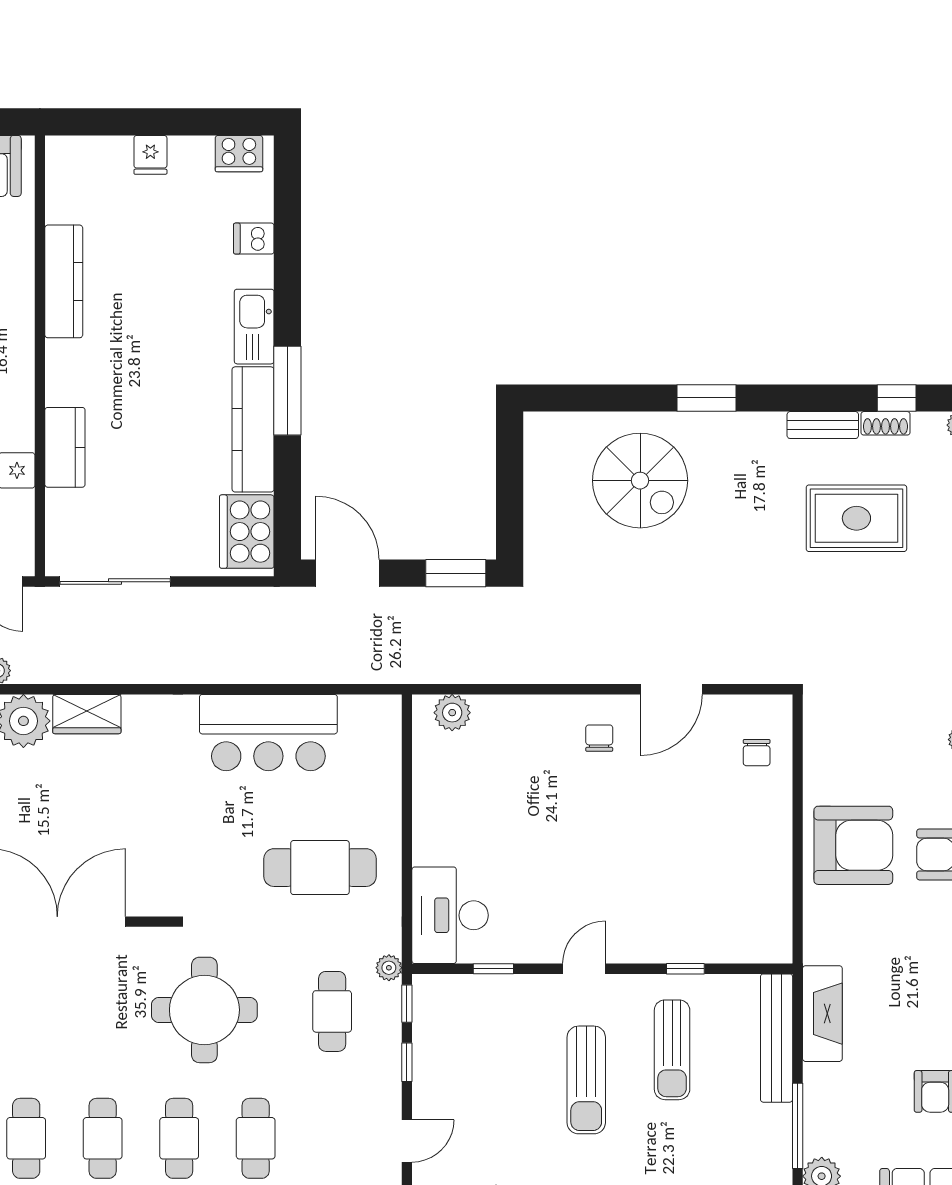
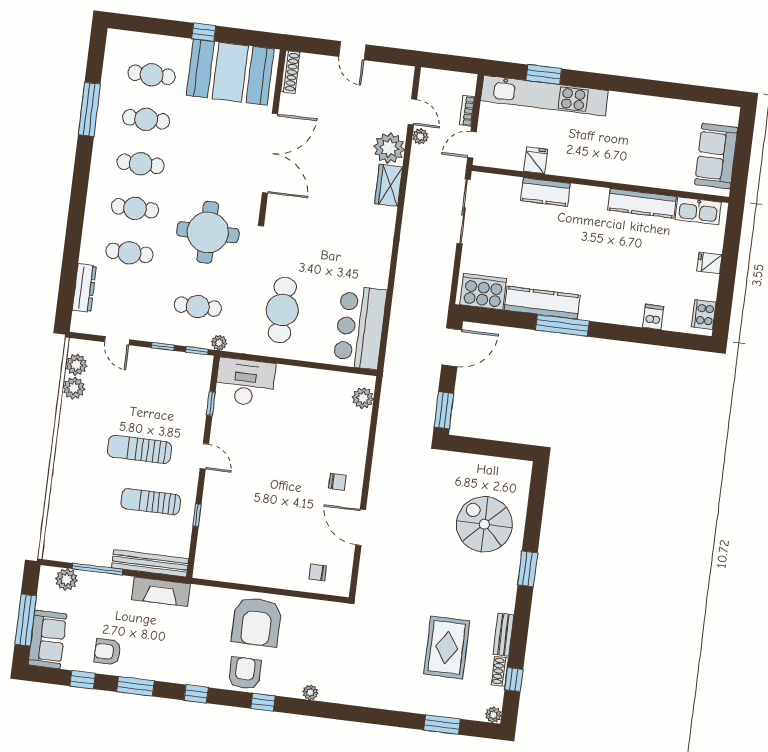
kitchen sink: (254, 327) -> (698, 211), moved, turned 180
spiral stairs: (640, 481) -> (484, 524), turned 90
bar counter: (268, 733) -> (360, 327), moved

